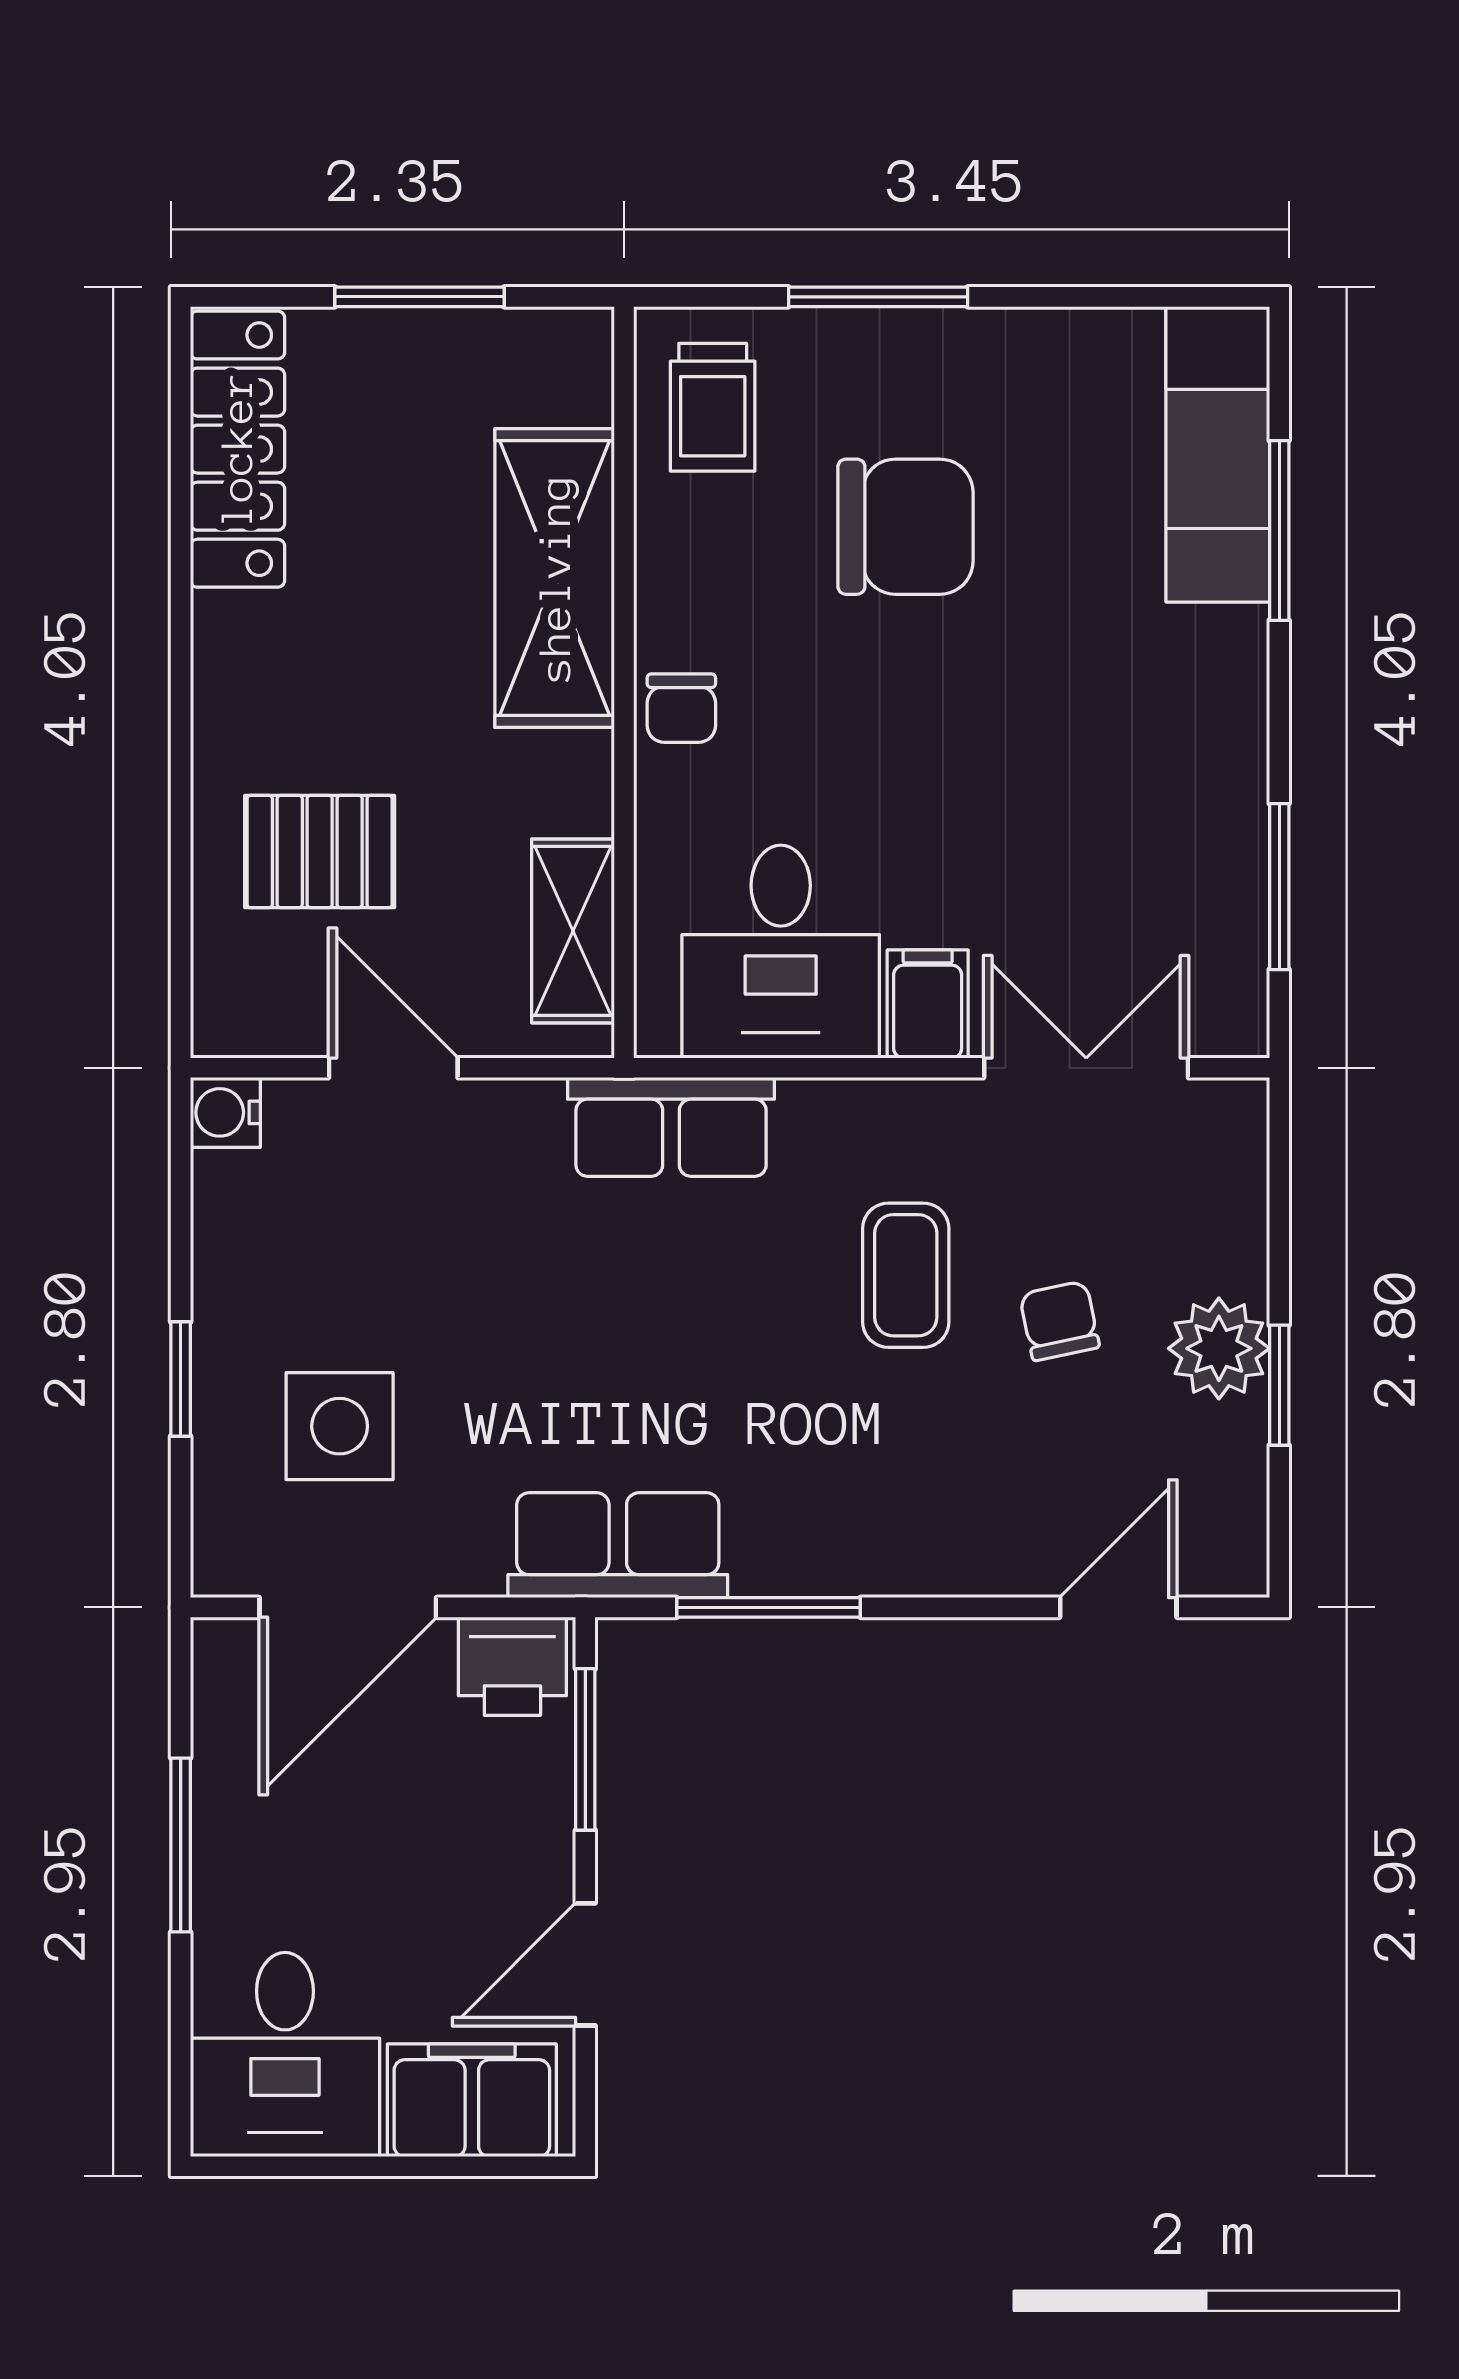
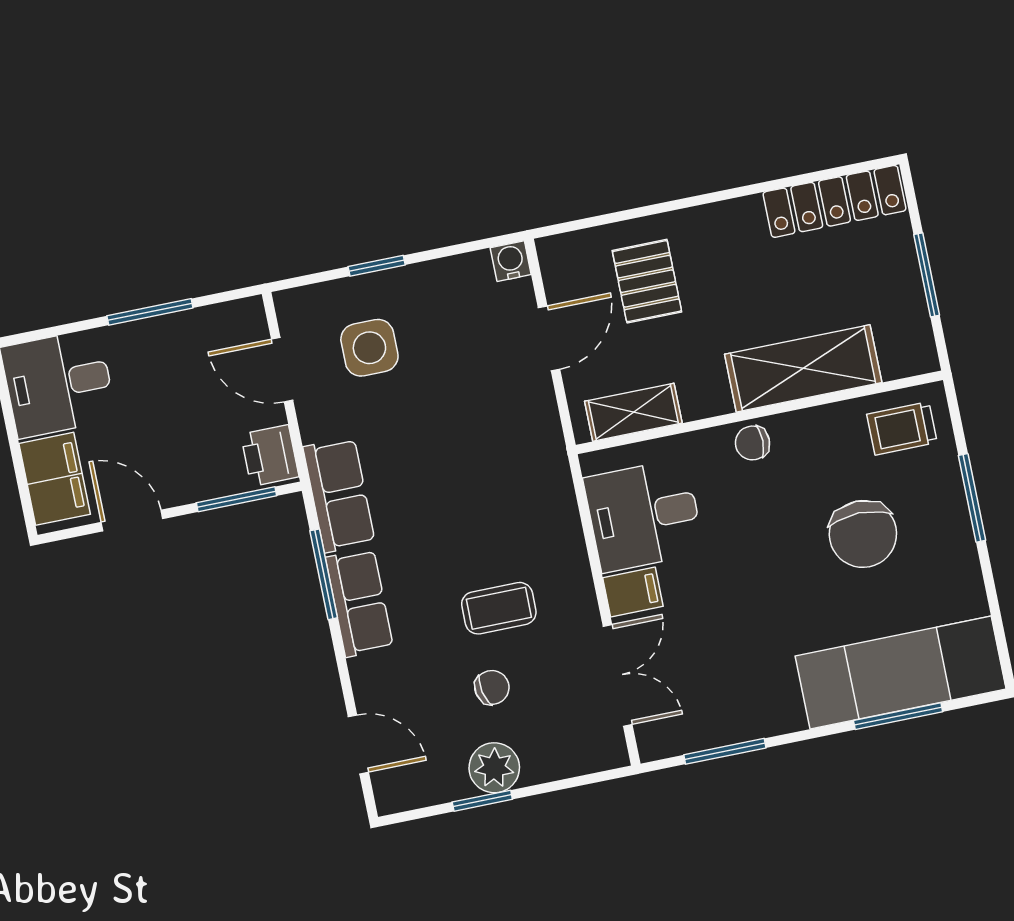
exam couch: (1218, 454) -> (901, 673), width x1.36, depth x1.45
row of seats: (671, 1127) -> (359, 603), moved, turned 180
door: (348, 1607) -> (282, 370), width x0.73

